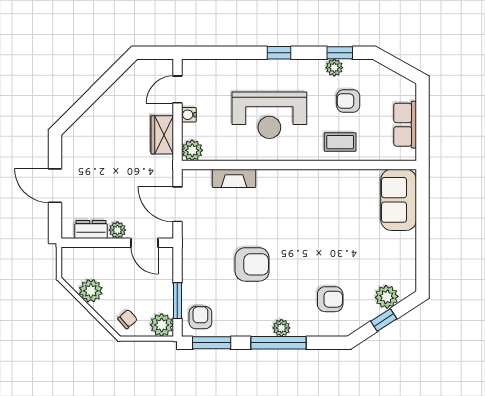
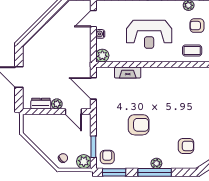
wardrobe: (162, 135) -> (84, 46), removed
plant: (91, 291) -> (41, 141), removed

